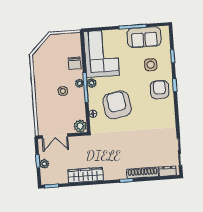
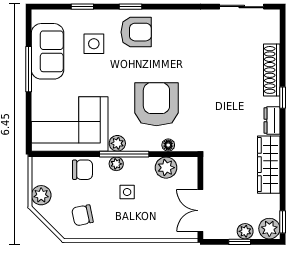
plant: (57, 39) -> (41, 195), added
chair: (47, 65) -> (82, 215), added
armchair: (160, 90) -> (136, 32), turned 180
armchair: (117, 105) -> (156, 104), turned 100
plant: (80, 126) -> (166, 168), moved
double door: (55, 136) -> (200, 211), swing flipped
dresser: (168, 171) -> (272, 120), moved
plant: (47, 178) -> (269, 229), added

